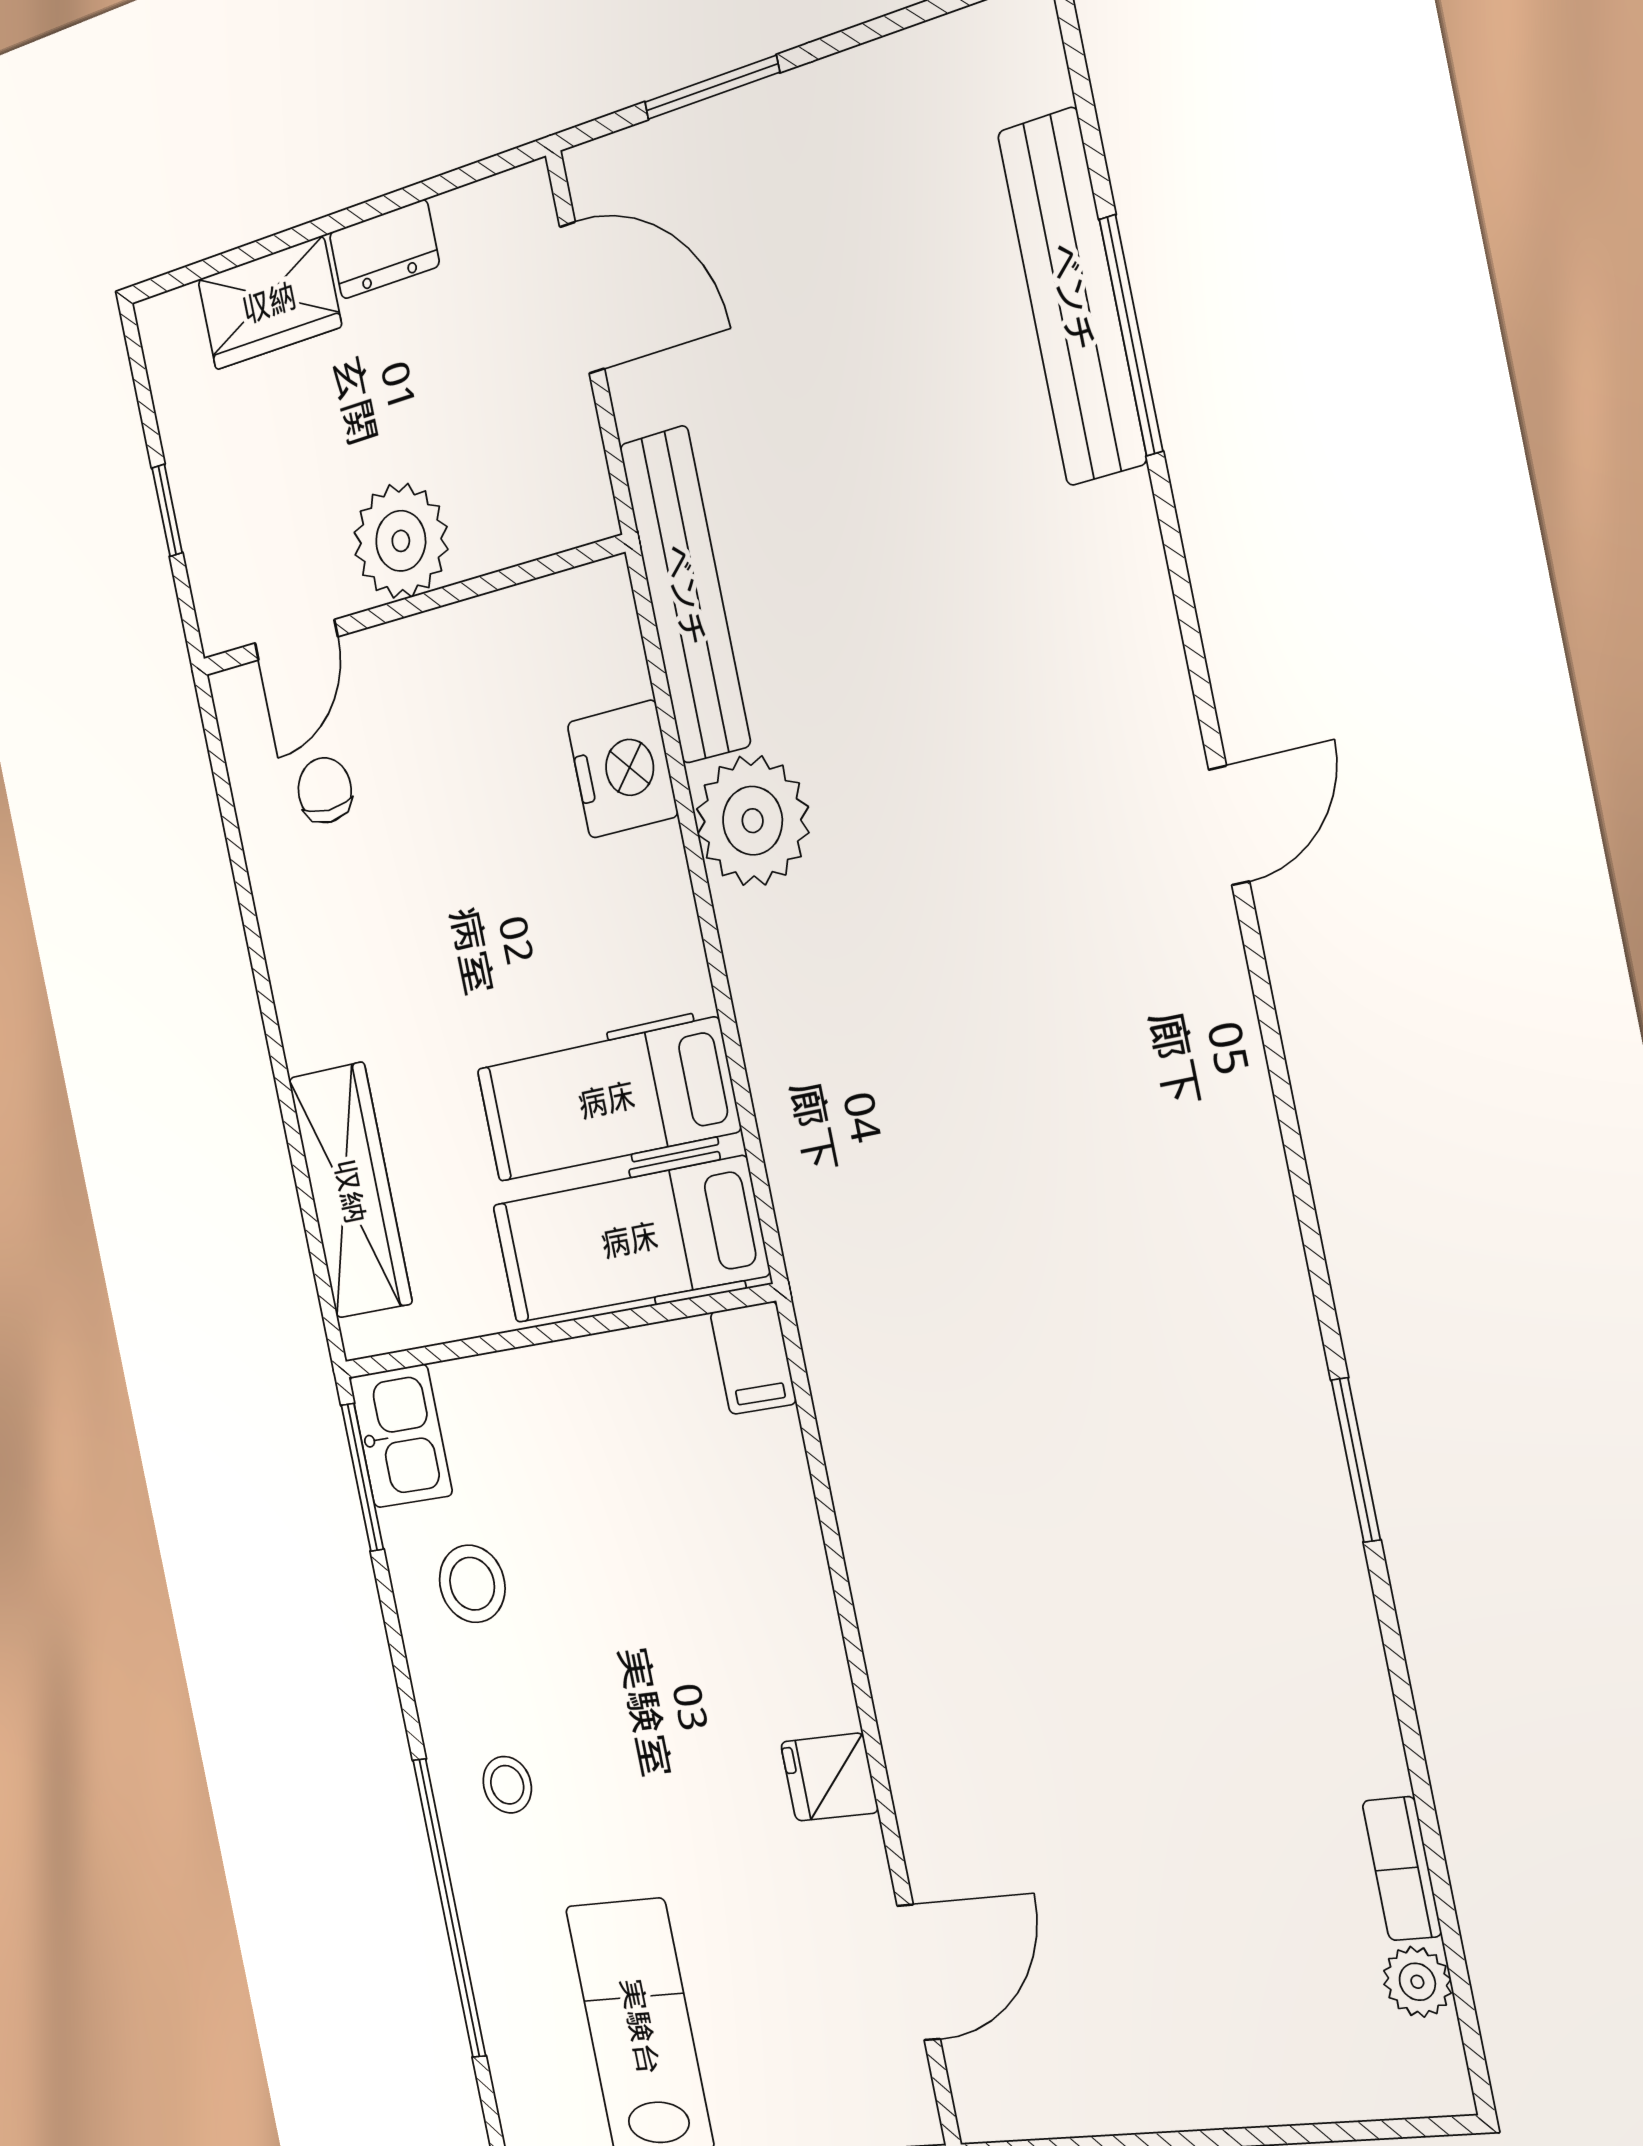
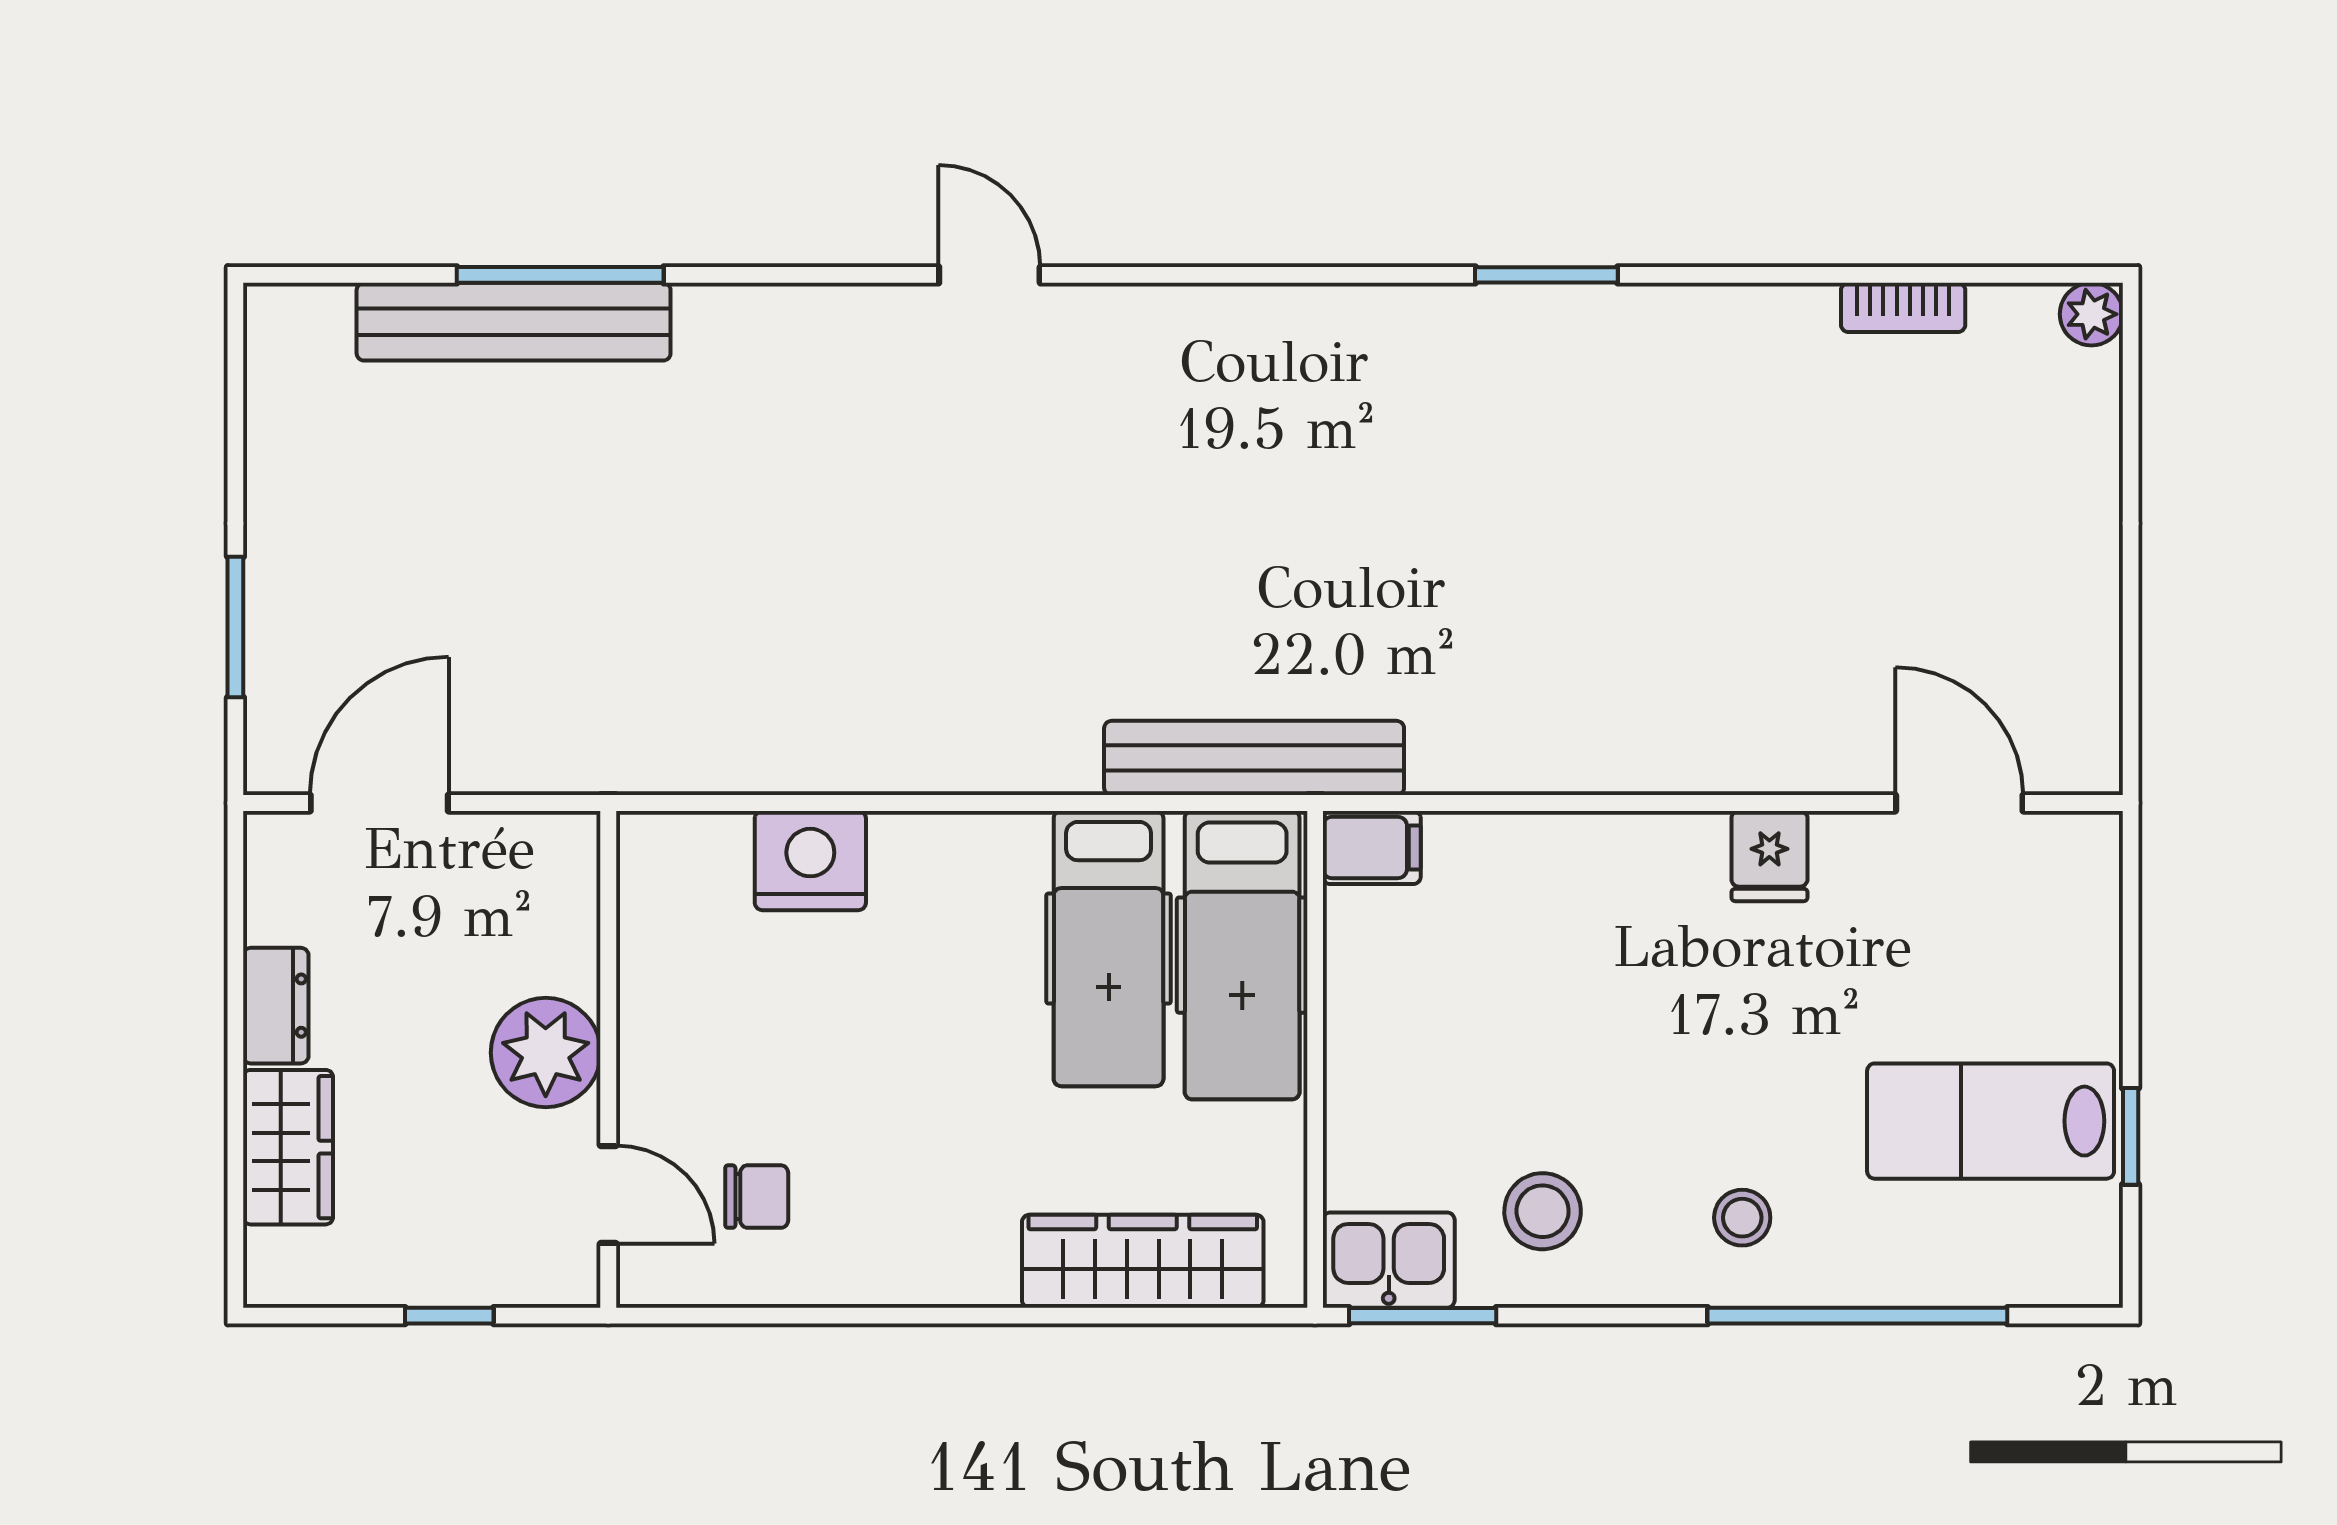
bench: (685, 595) -> (1254, 758), moved
chair: (325, 790) -> (757, 1197), turned 180
plant: (753, 821) -> (886, 735), removed
plant: (1417, 1982) -> (2091, 314), moved

